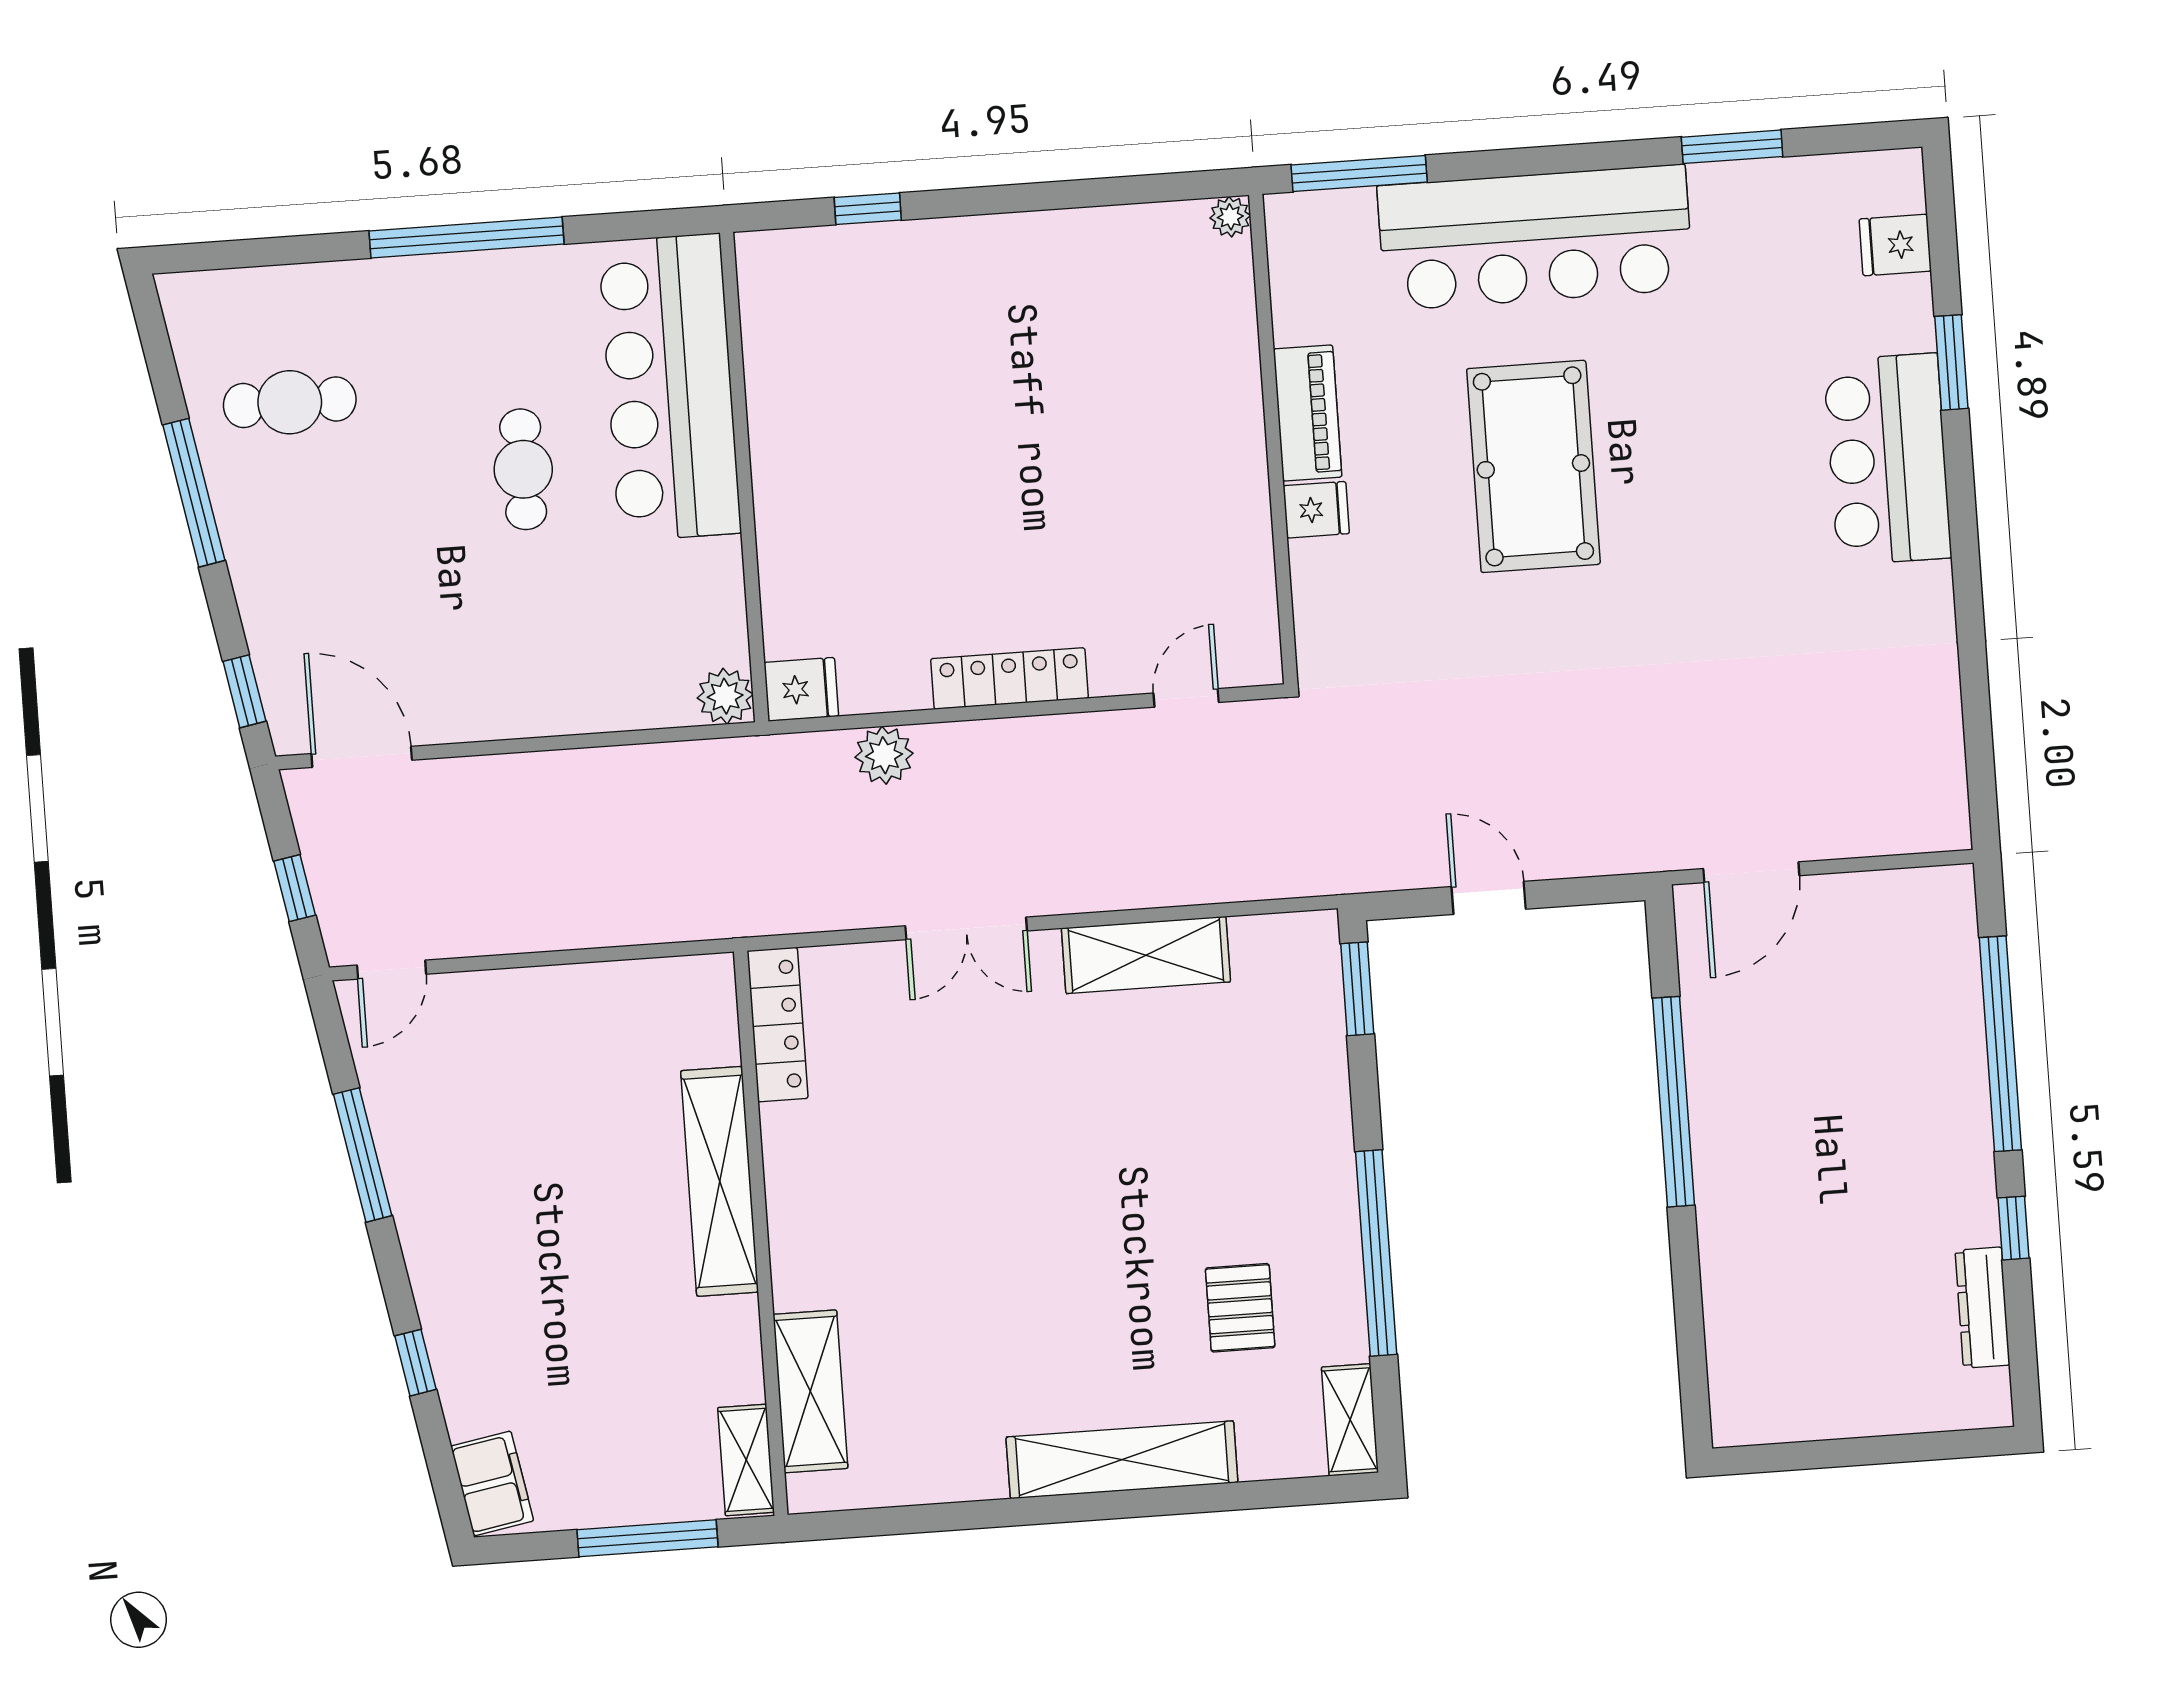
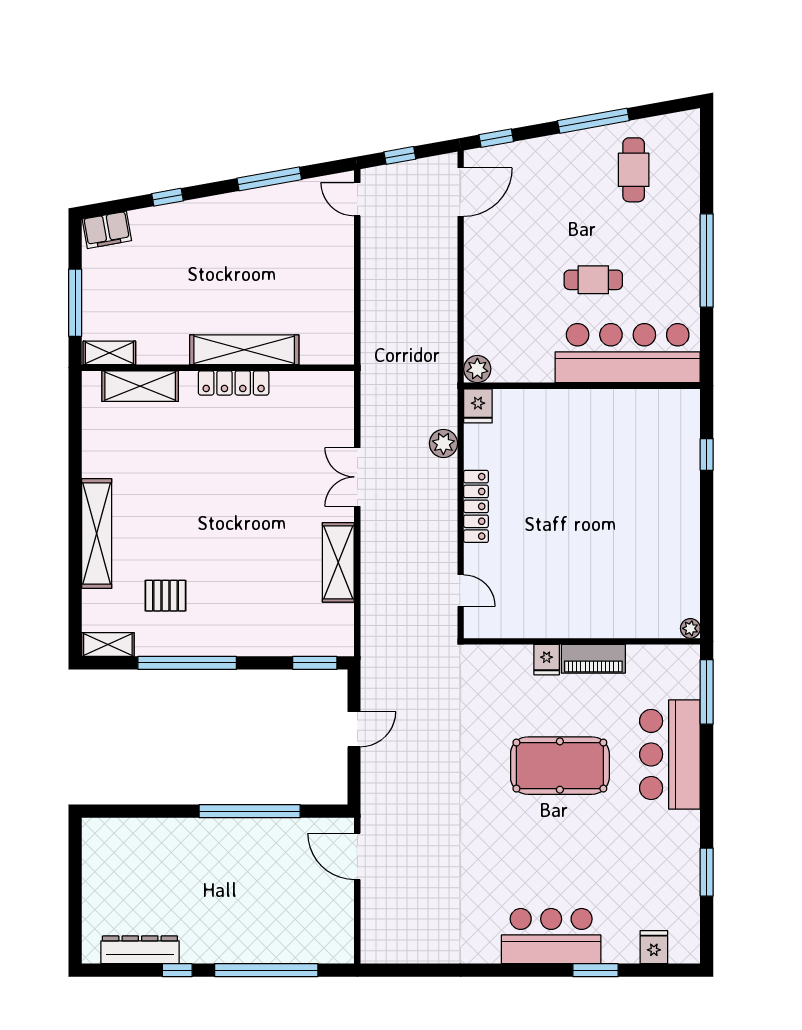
bar counter: (1535, 237) -> (670, 754), width x0.73
locker: (777, 1025) -> (234, 383), moved
dresser: (1982, 1308) -> (140, 950), width x1.37, depth x1.24

